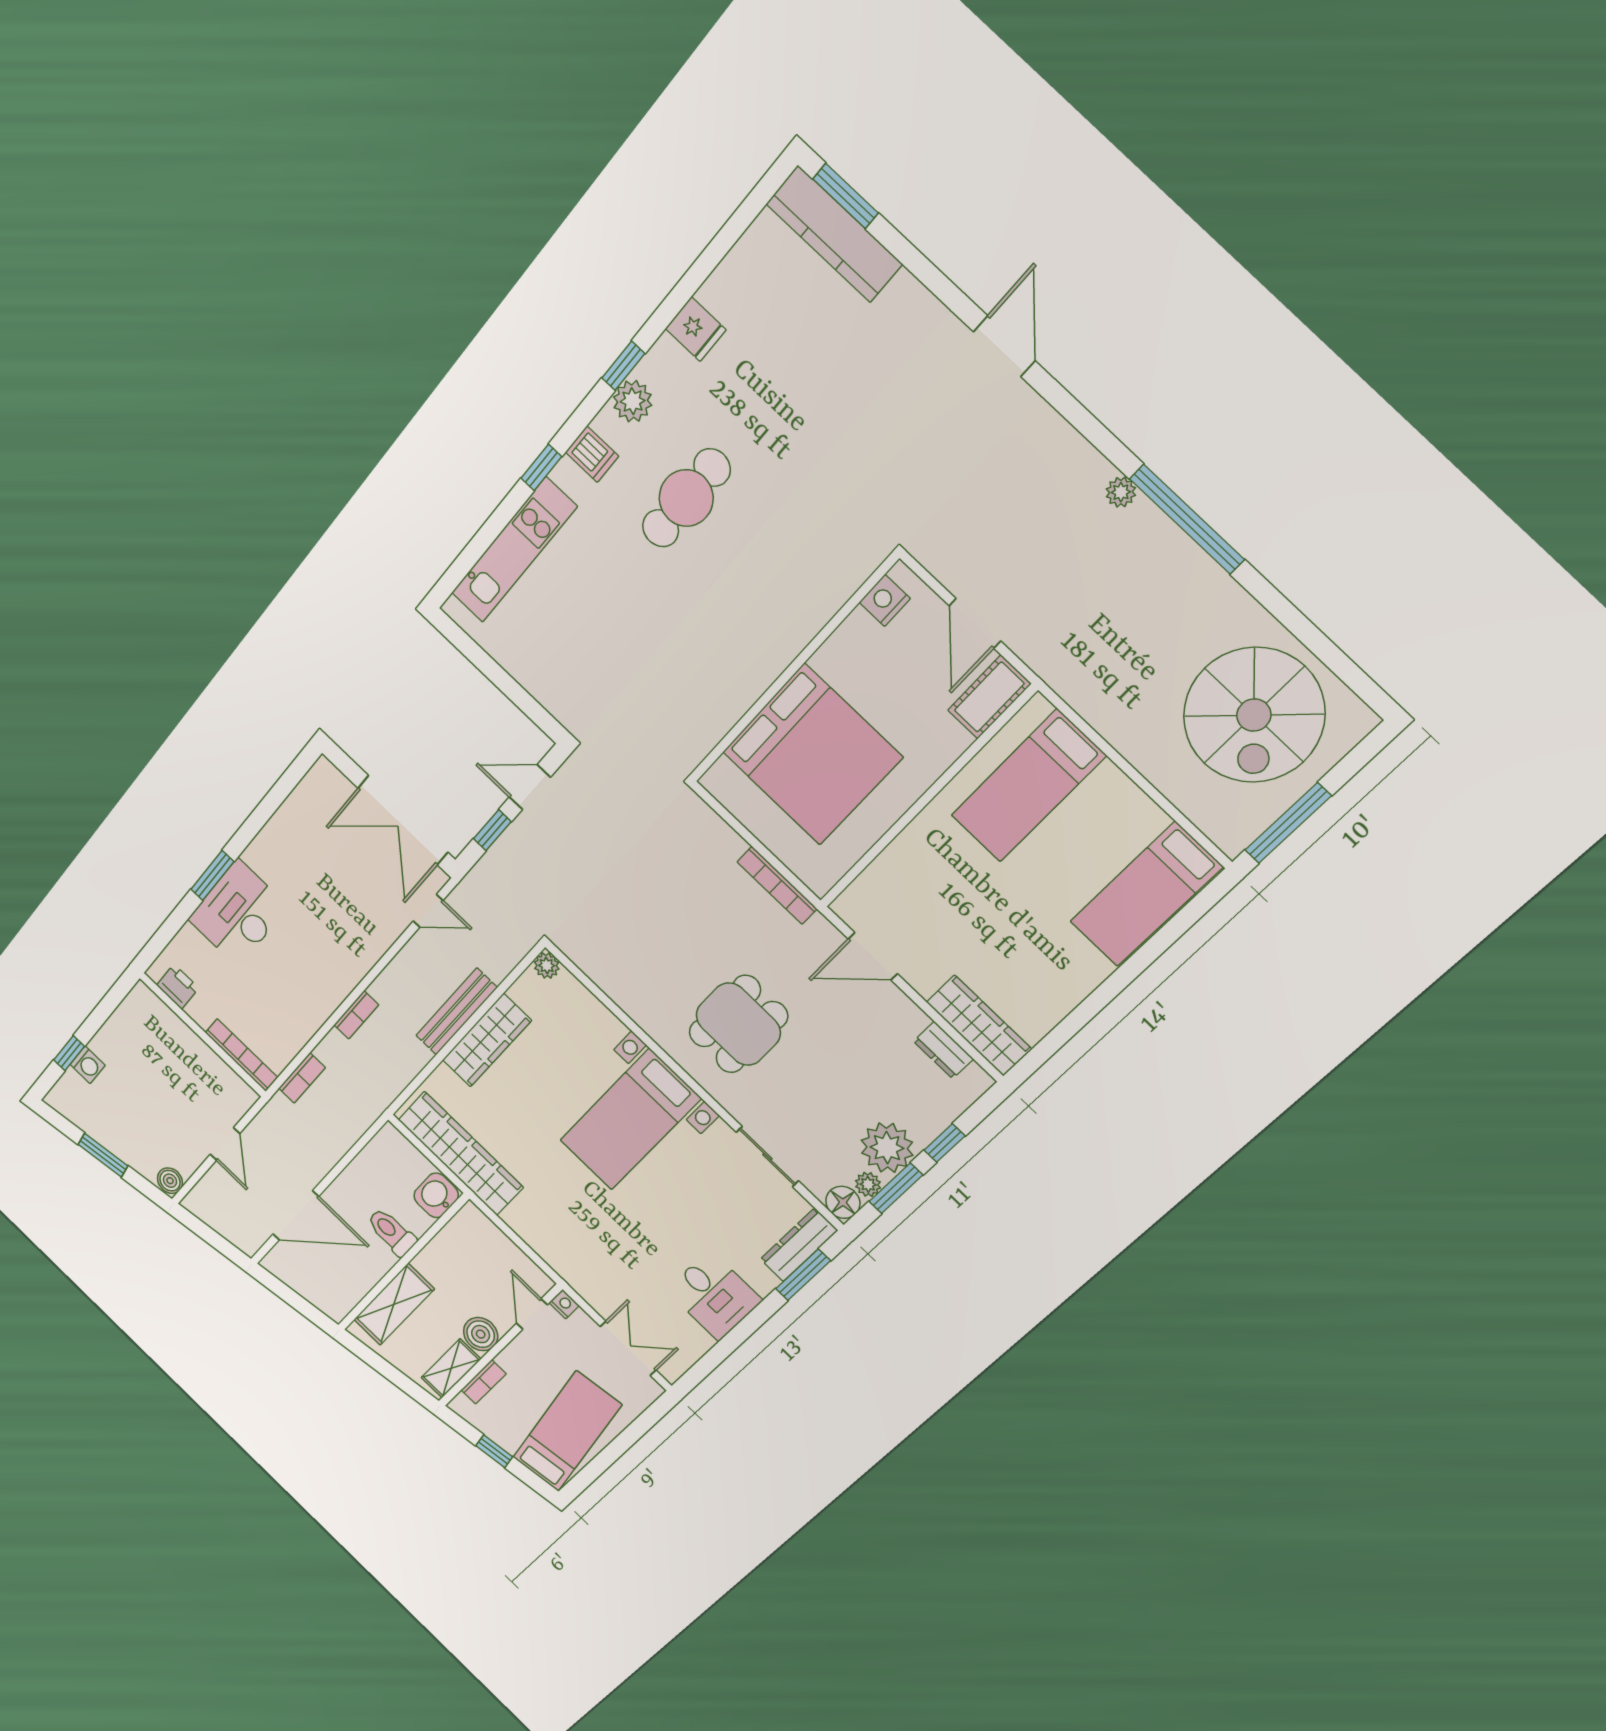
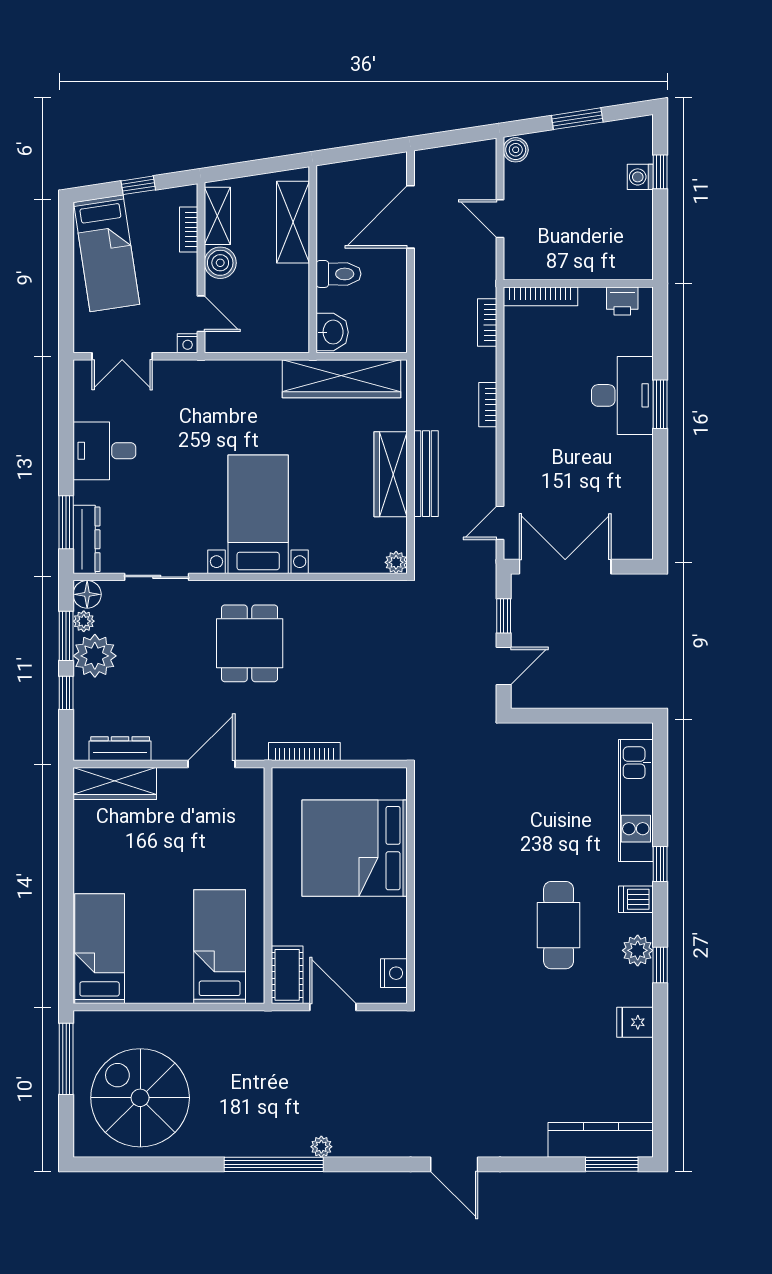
dresser: (943, 1050) -> (120, 749), width x1.44

